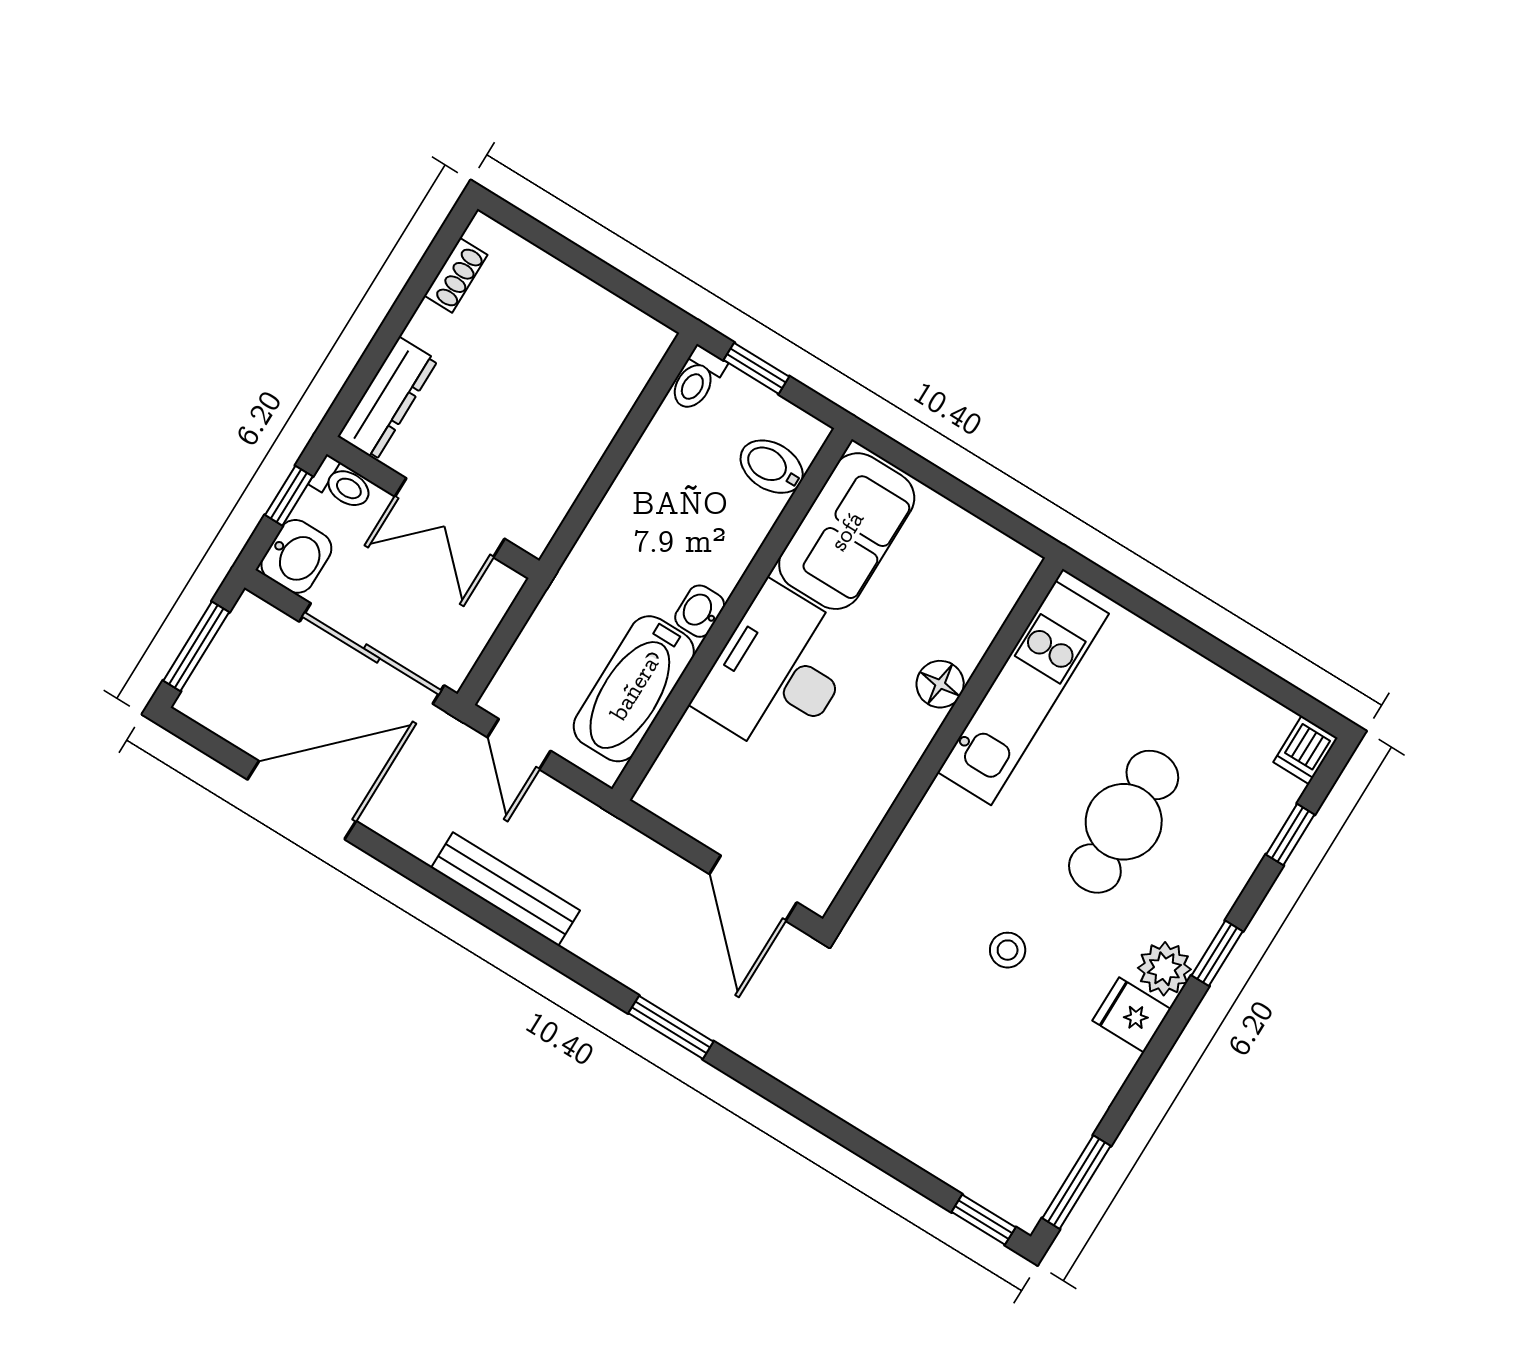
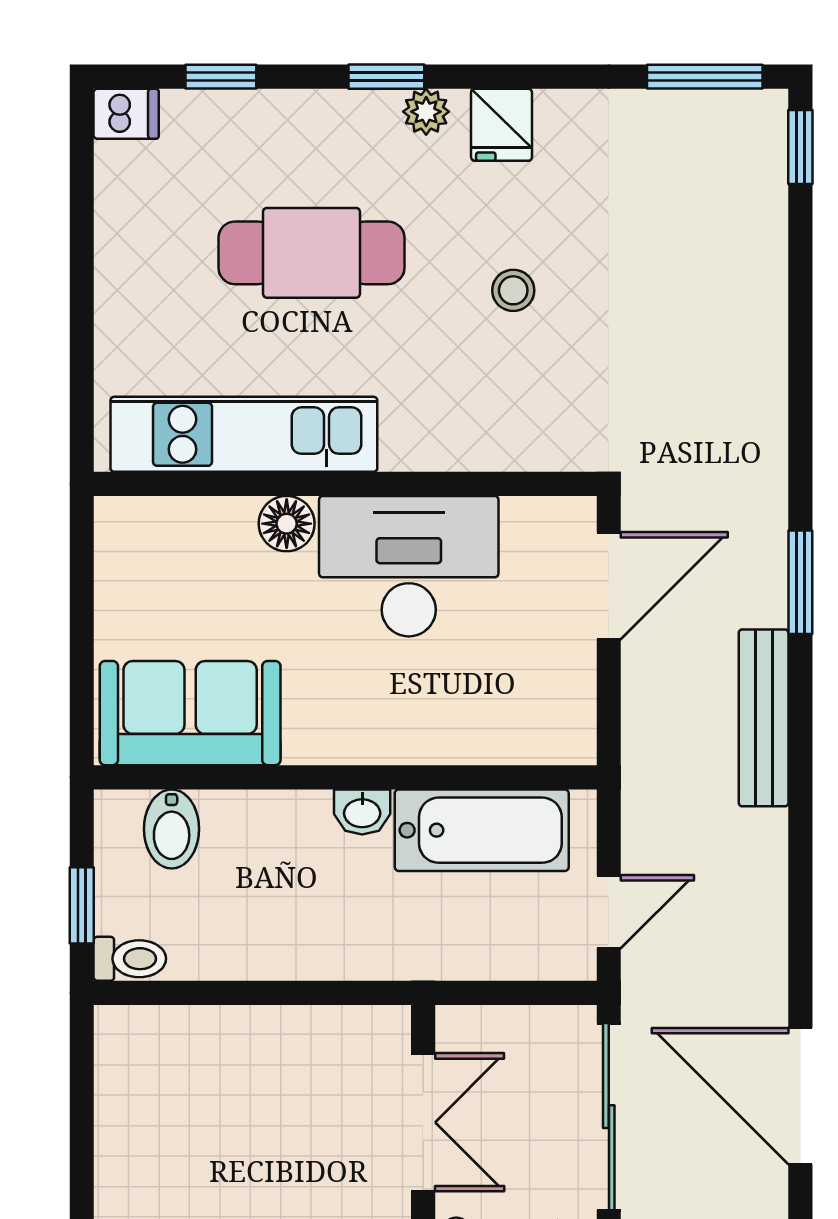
desk: (778, 672) -> (409, 566), moved, turned 180
bench: (506, 889) -> (764, 718), moved
plant: (1164, 969) -> (426, 112), width x0.73, depth x0.73

